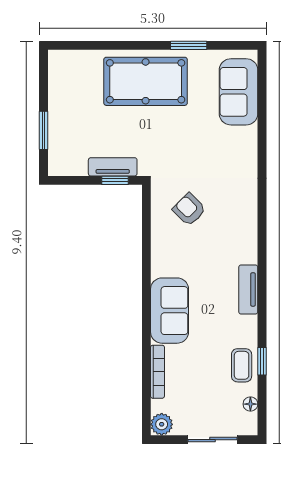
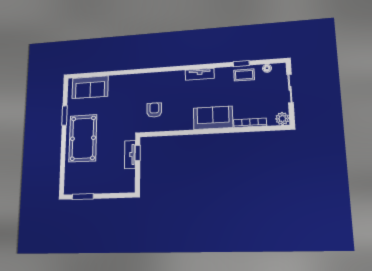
window: (43, 130) -> (83, 197), moved
armchair: (189, 209) -> (154, 110), turned 135

